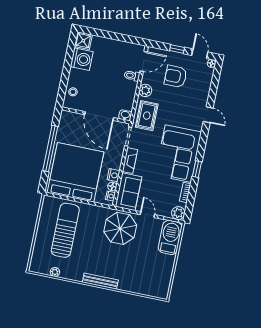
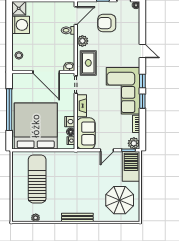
window: (202, 147) -> (142, 81), added
door: (147, 215) -> (107, 150), swing flipped
parasol: (120, 228) -> (120, 200), moved

